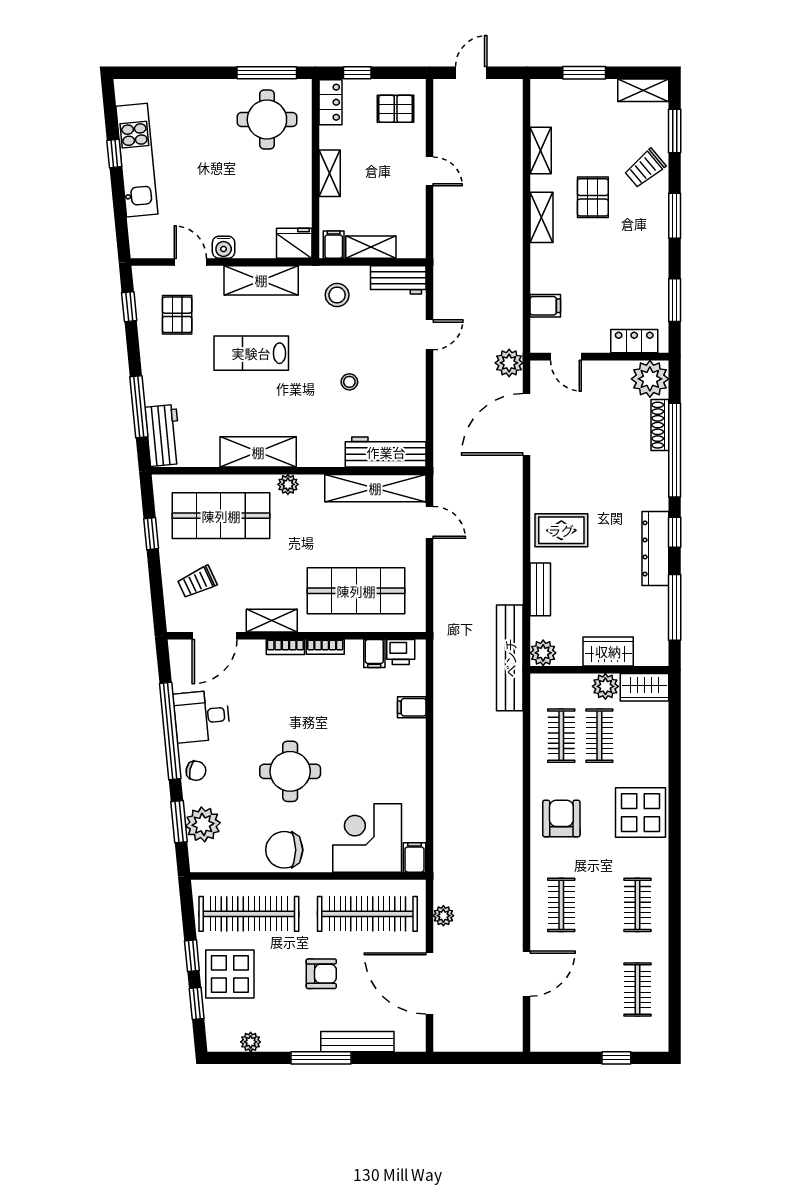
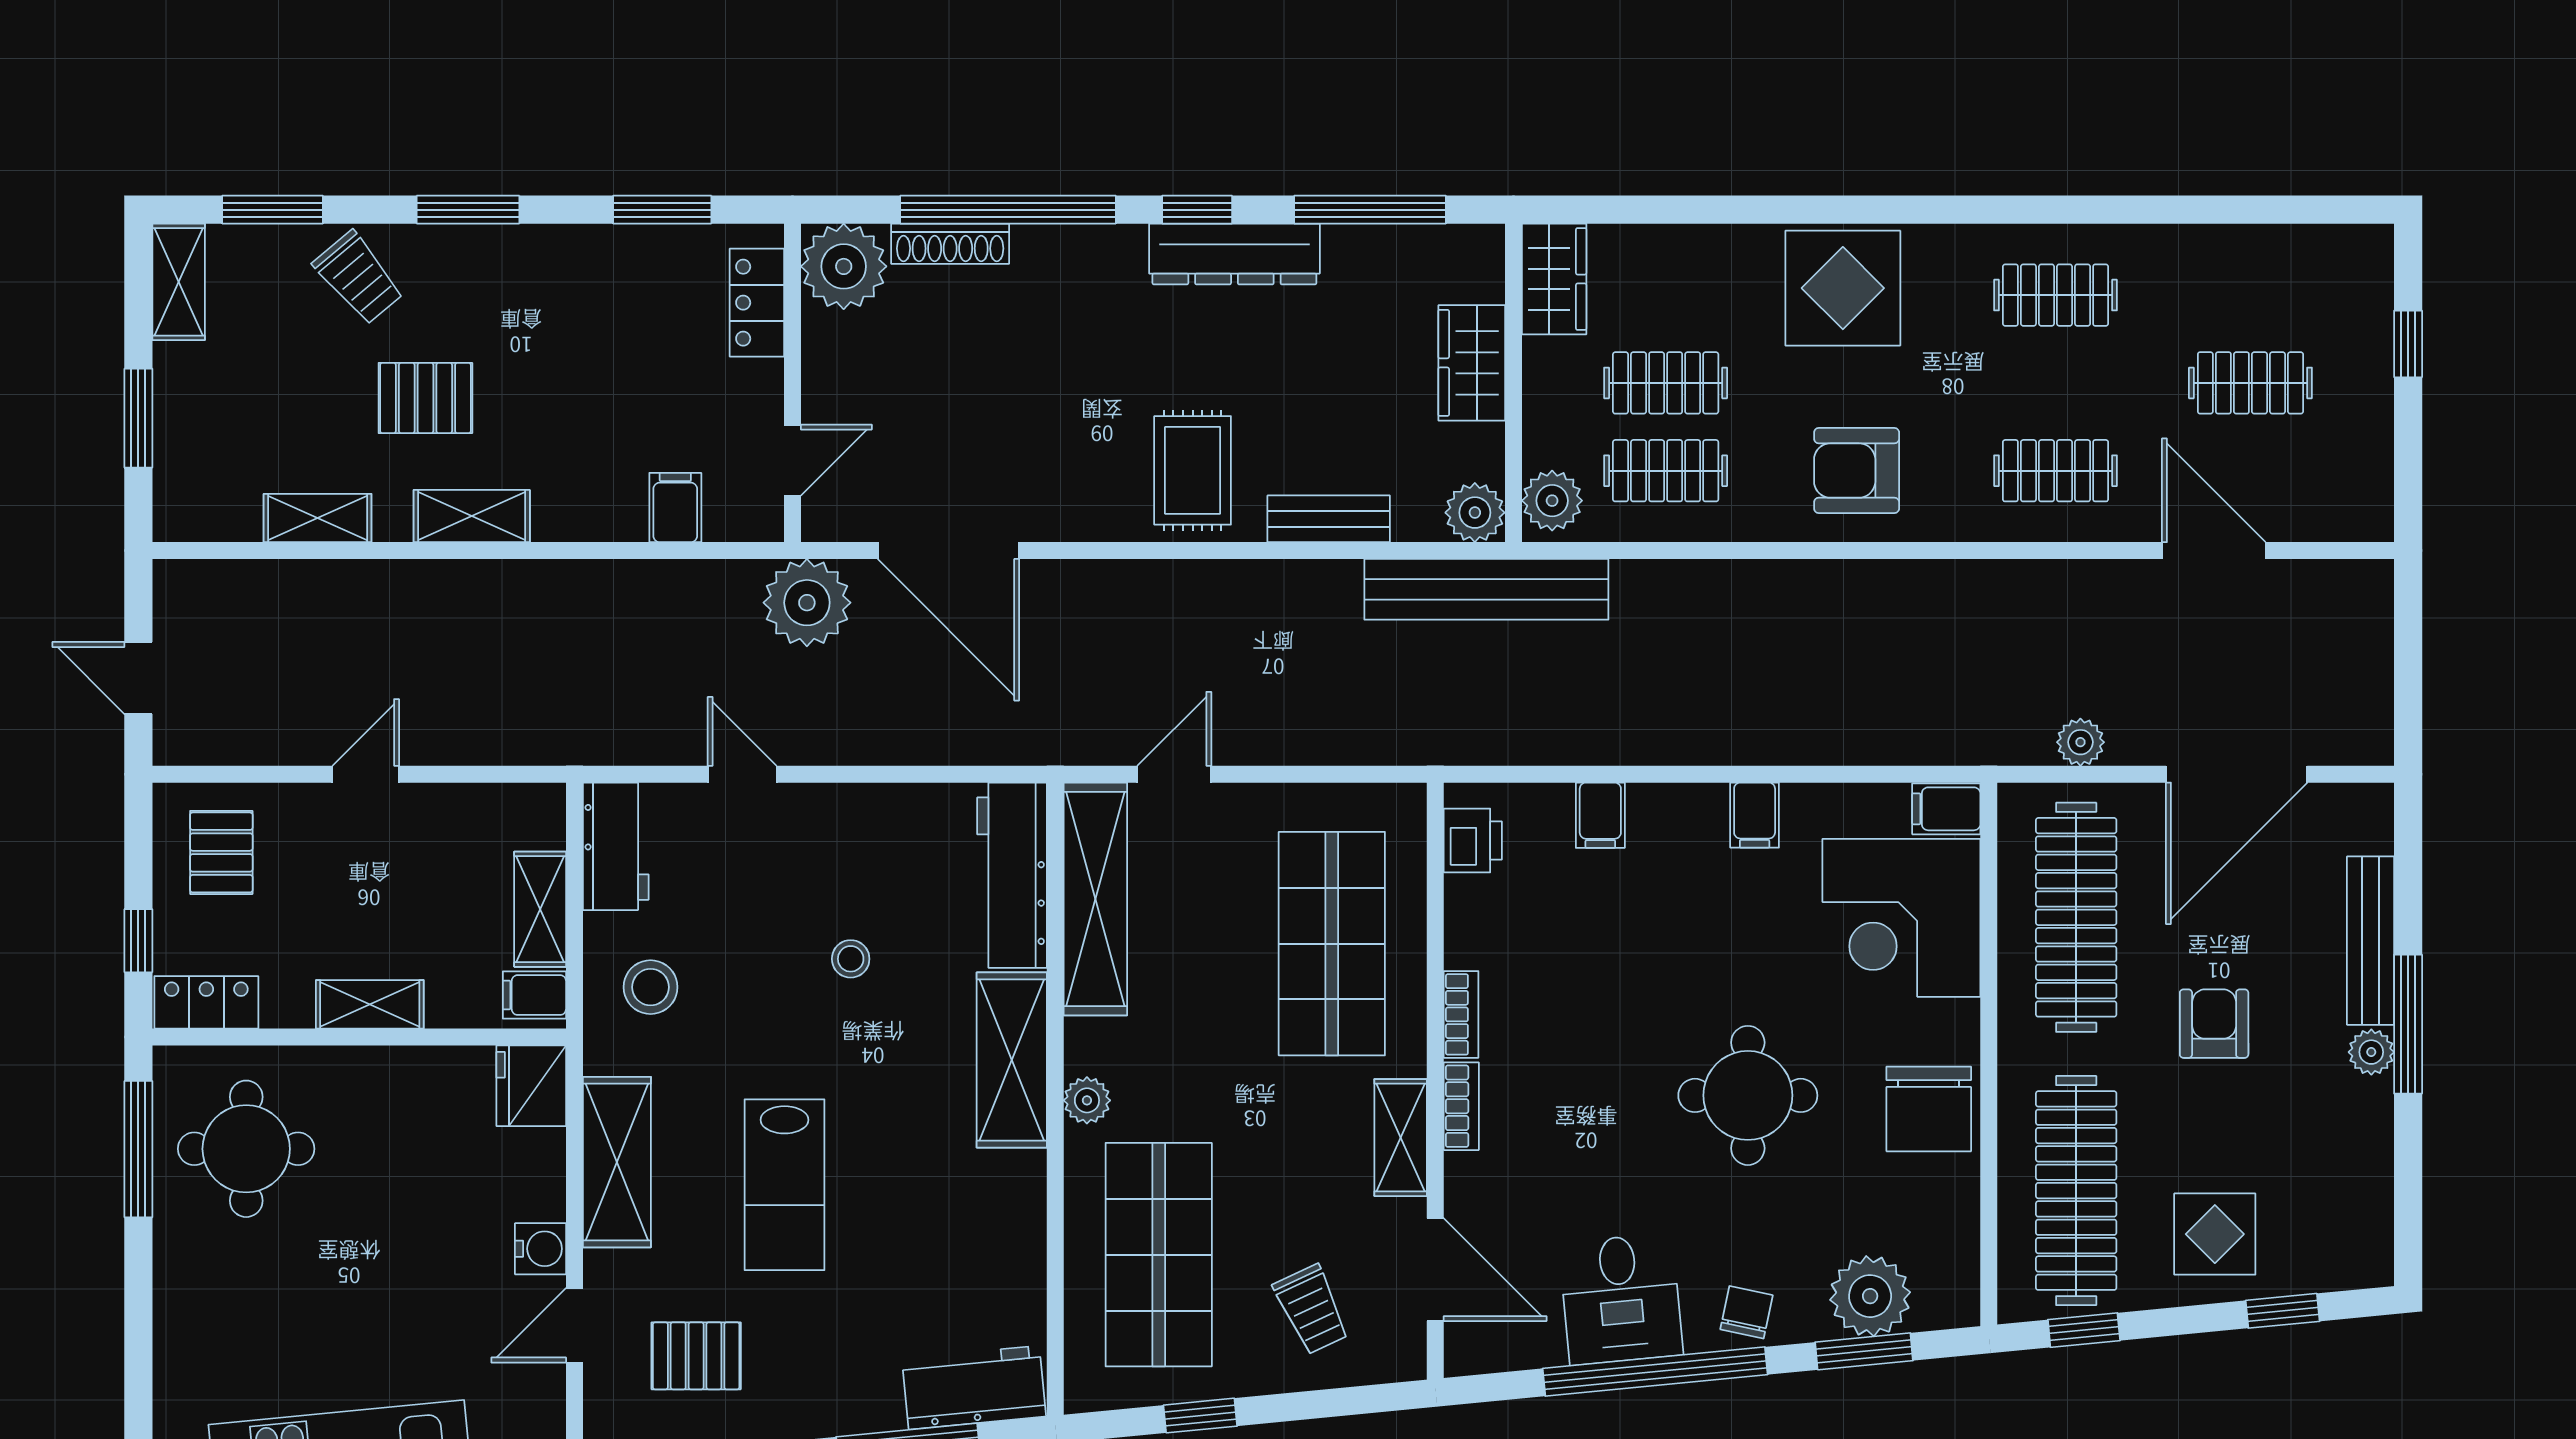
plant: (509, 363) -> (807, 603), width x1.36, depth x1.36
shelving: (258, 452) -> (1012, 1060), moved
filing cabinet: (374, 653) -> (1755, 815), moved, turned 90
plant: (605, 686) -> (1552, 501), moved
window: (192, 956) -> (2084, 1330), moved
display table: (230, 974) -> (2215, 1234), width x0.73, depth x0.73
clothes rail: (637, 989) -> (2250, 383), moved
plant: (251, 1042) -> (2371, 1052), moved

